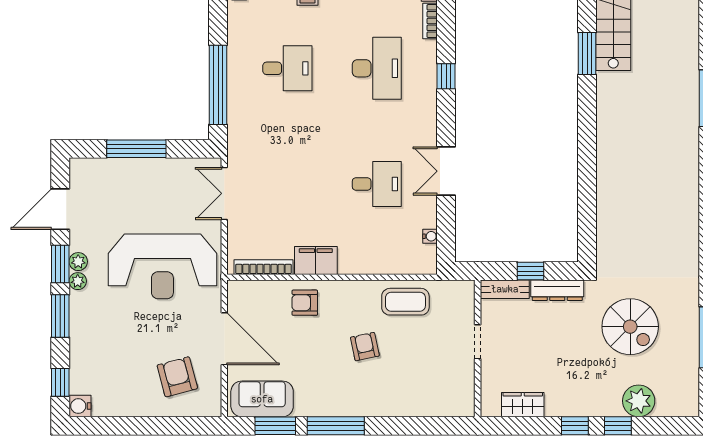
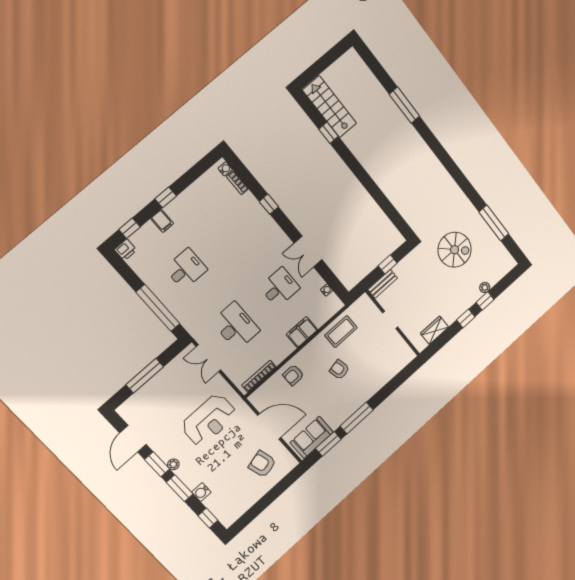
window: (587, 53) -> (329, 133), width x0.67
desk: (377, 68) -> (236, 326), moved
filing cabinet: (316, 260) -> (302, 332), moved
plant: (78, 262) -> (165, 455), removed
reception desk: (162, 266) -> (209, 420), width x0.74, depth x0.77
dresser: (557, 290) -> (408, 262), removed
plant: (639, 401) -> (485, 287), width x0.53, depth x0.53
water cooler: (80, 406) -> (201, 492), moved

